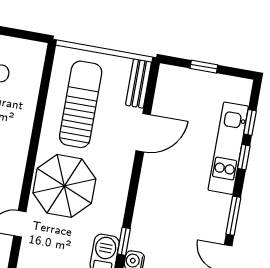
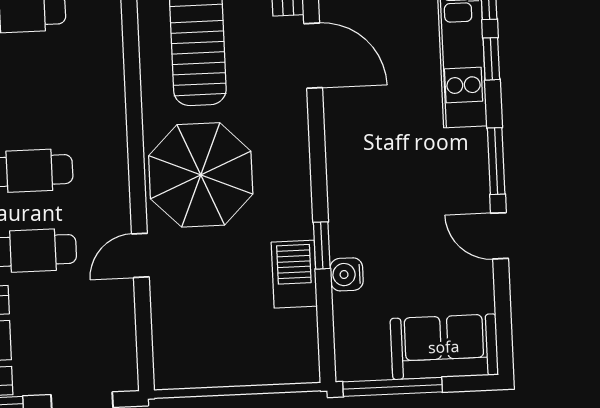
door: (143, 133) -> (313, 56), hinge flipped

